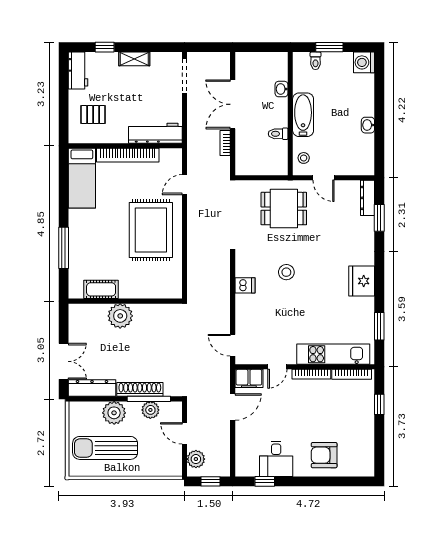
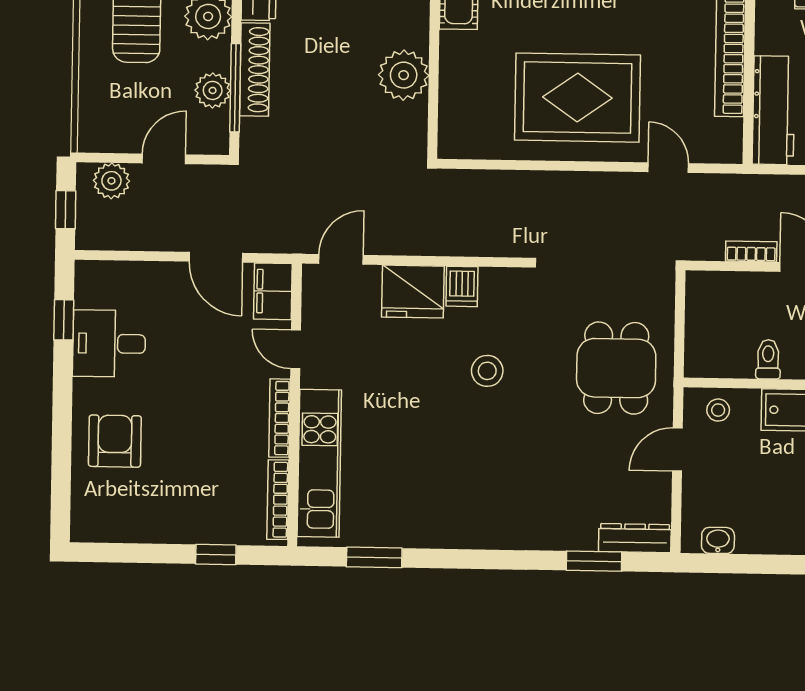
washbasin: (368, 125) -> (718, 540), moved
fridge: (362, 281) -> (413, 292), moved, turned 180
plant: (120, 316) -> (404, 75), moved

